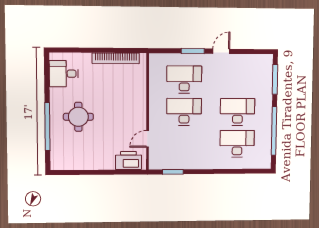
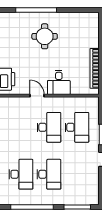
desk: (64, 74) -> (59, 82), moved, turned 180
door: (148, 139) -> (37, 96), moved

